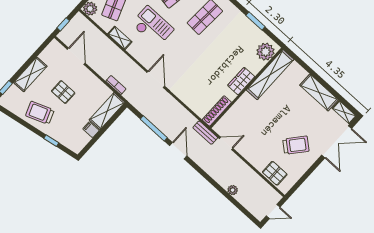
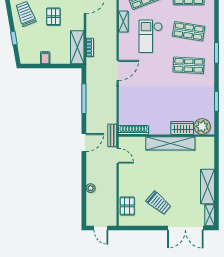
checkout: (152, 26) -> (151, 36), turned 180
shelving: (270, 75) -> (170, 143), moved
wardrobe: (241, 81) -> (182, 128), moved
shelving: (107, 111) -> (77, 47), moved, turned 90
door: (178, 151) -> (84, 143), moved

